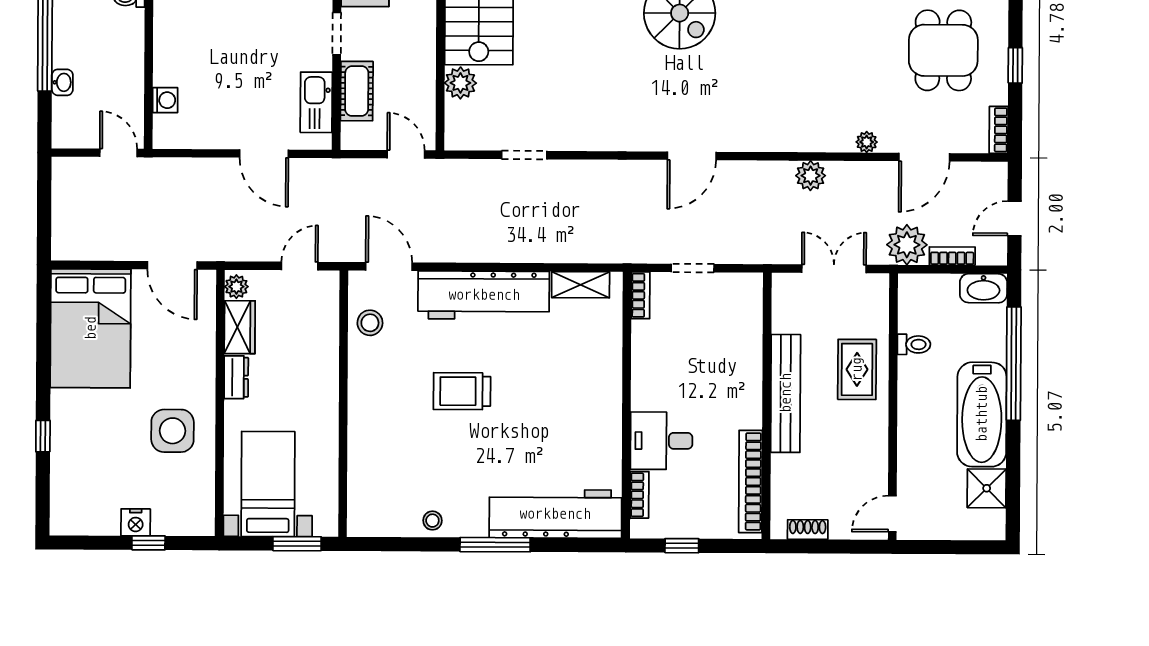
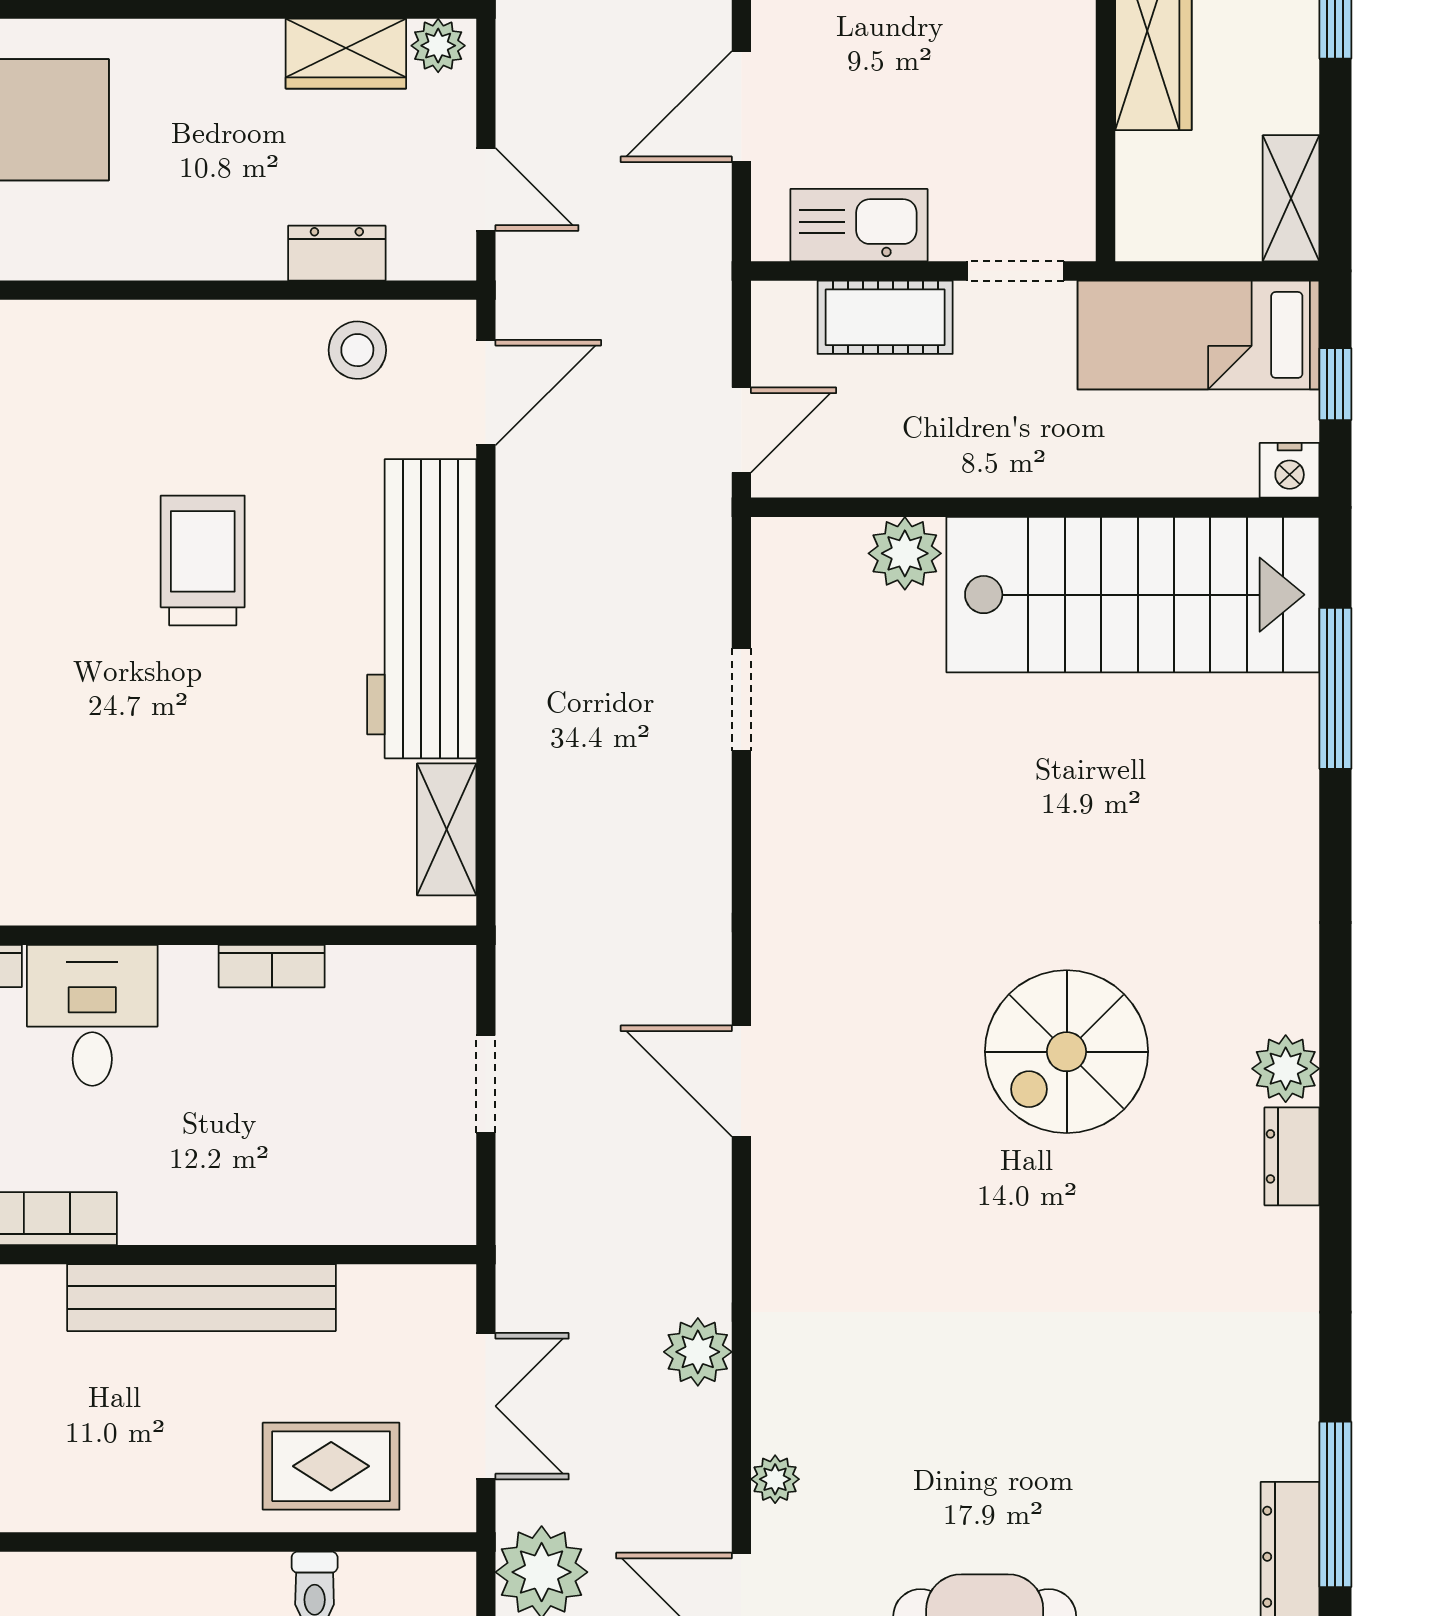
bookcase: (641, 295) -> (272, 966), moved
rug: (857, 369) -> (331, 1466), moved
dresser: (236, 377) -> (337, 253), moved, turned 180

